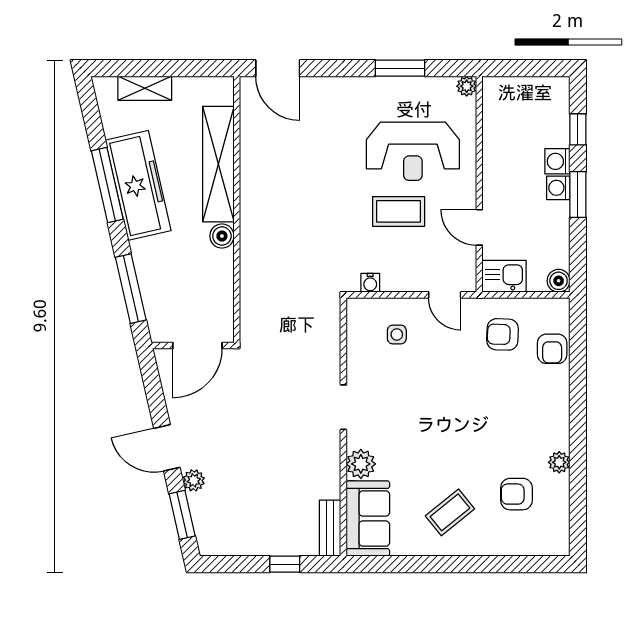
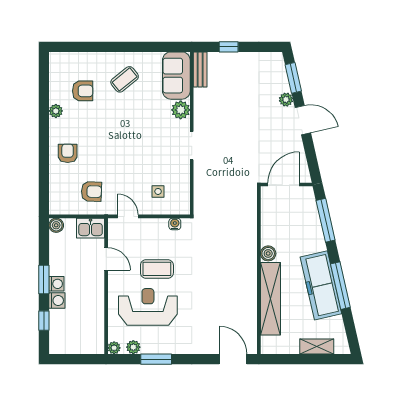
plant: (436, 87) -> (133, 347), added
armchair: (552, 349) -> (68, 153), moved

